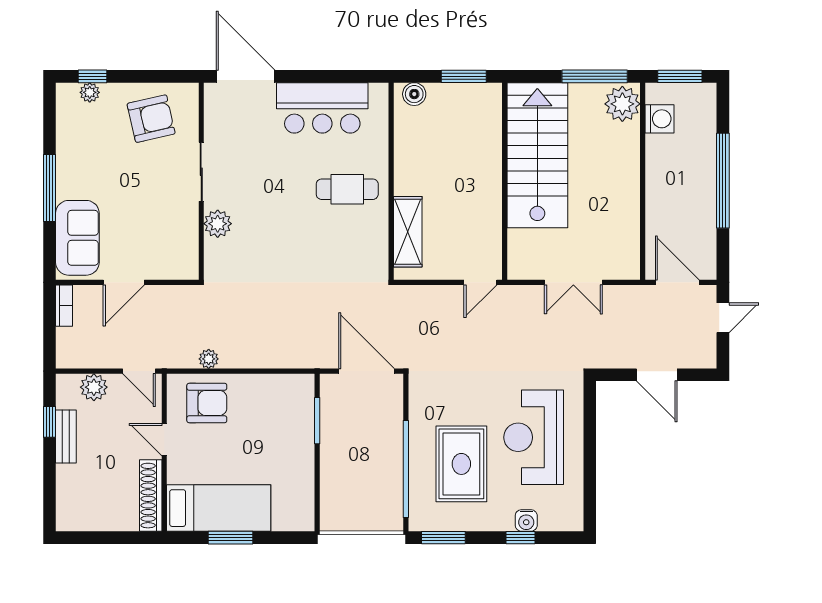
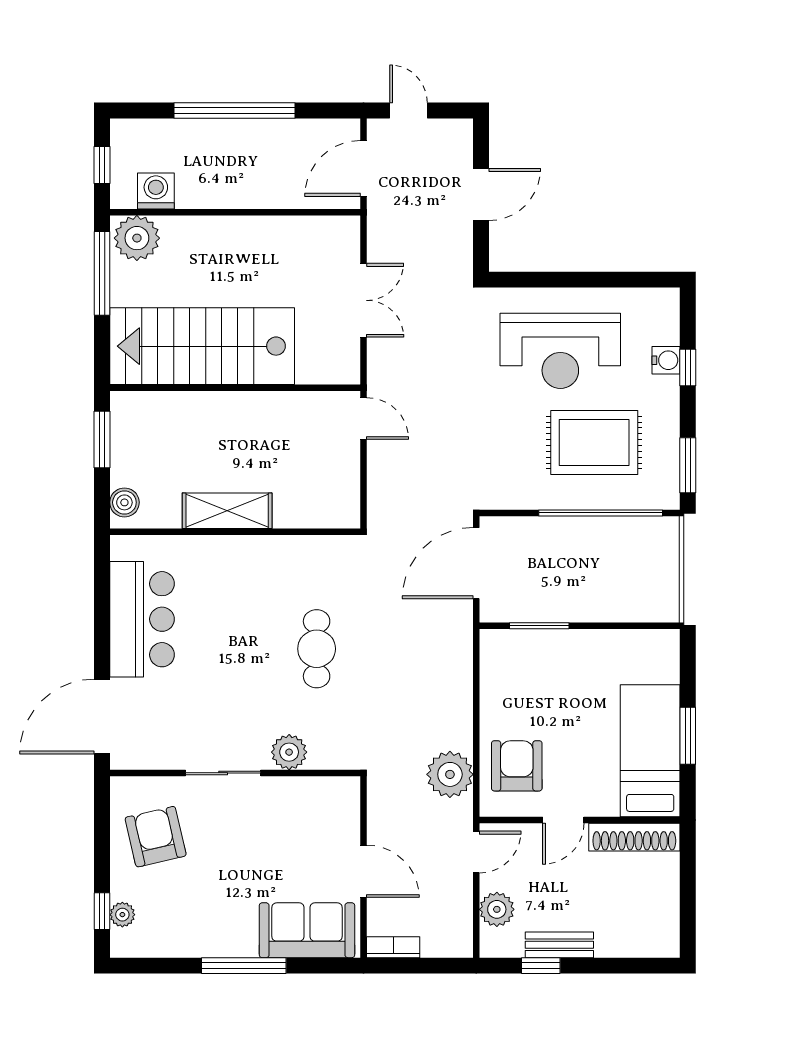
window: (680, 76) -> (102, 165), width x0.67
cafe table: (347, 189) -> (317, 649), moved
shelving: (408, 232) -> (227, 511), moved
plant: (209, 359) -> (450, 774), width x1.87, depth x1.87

